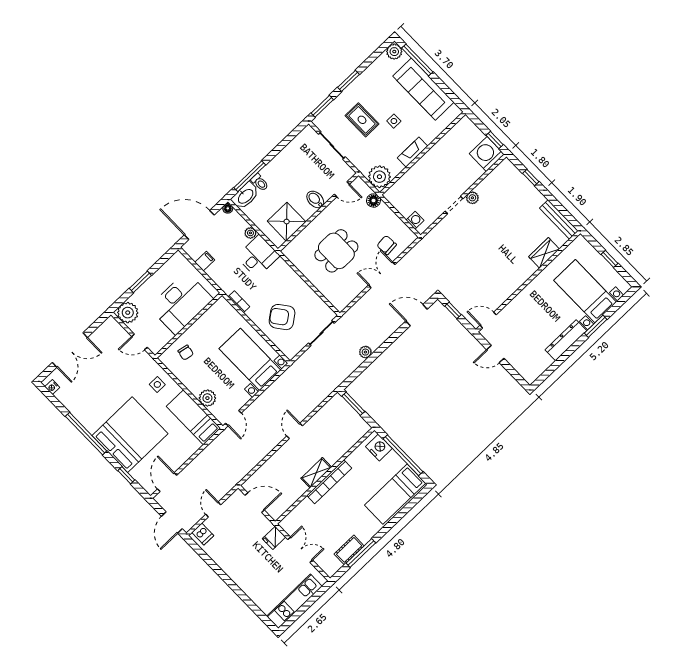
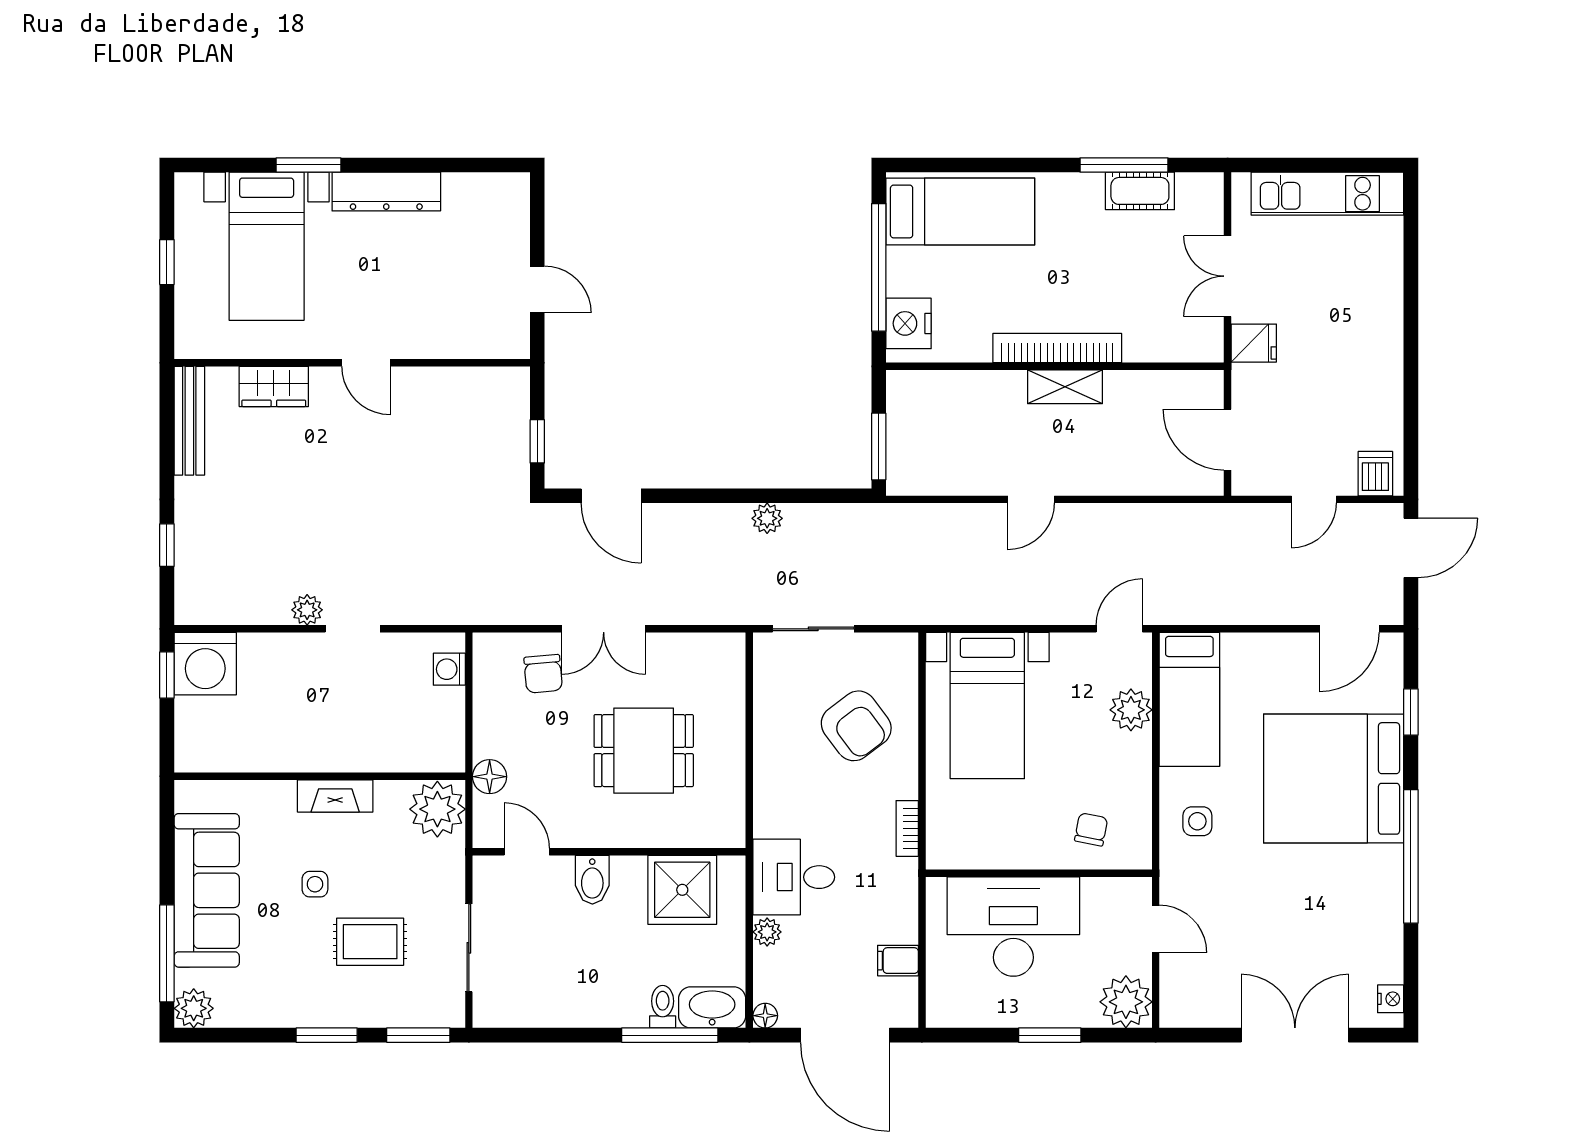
rug: (362, 120) -> (370, 942), turned 90
door: (488, 320) -> (366, 363), moved

